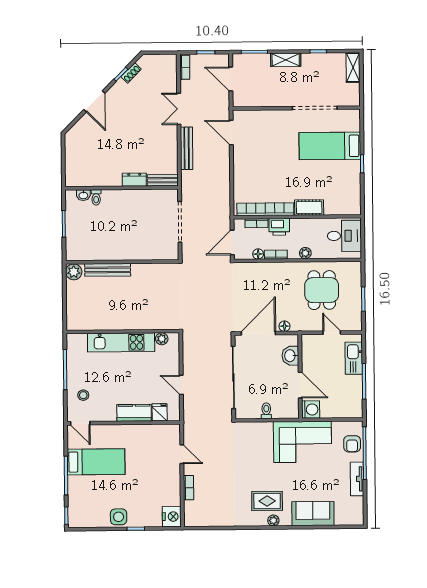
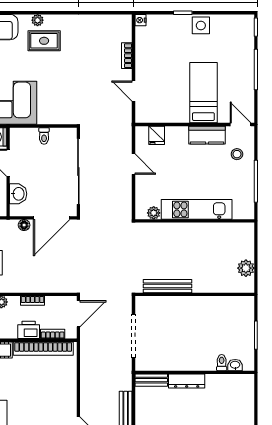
dresser: (134, 180) -> (187, 381), width x1.44
floor lamp: (258, 254) -> (51, 301), removed
bench: (108, 270) -> (167, 286), moved
plant: (74, 272) -> (246, 268), moved
kitchen counter: (134, 413) -> (207, 135), moved
bed: (96, 462) -> (203, 93), moved, turned 90
nightstand: (172, 517) -> (140, 20), width x0.53, depth x0.56

